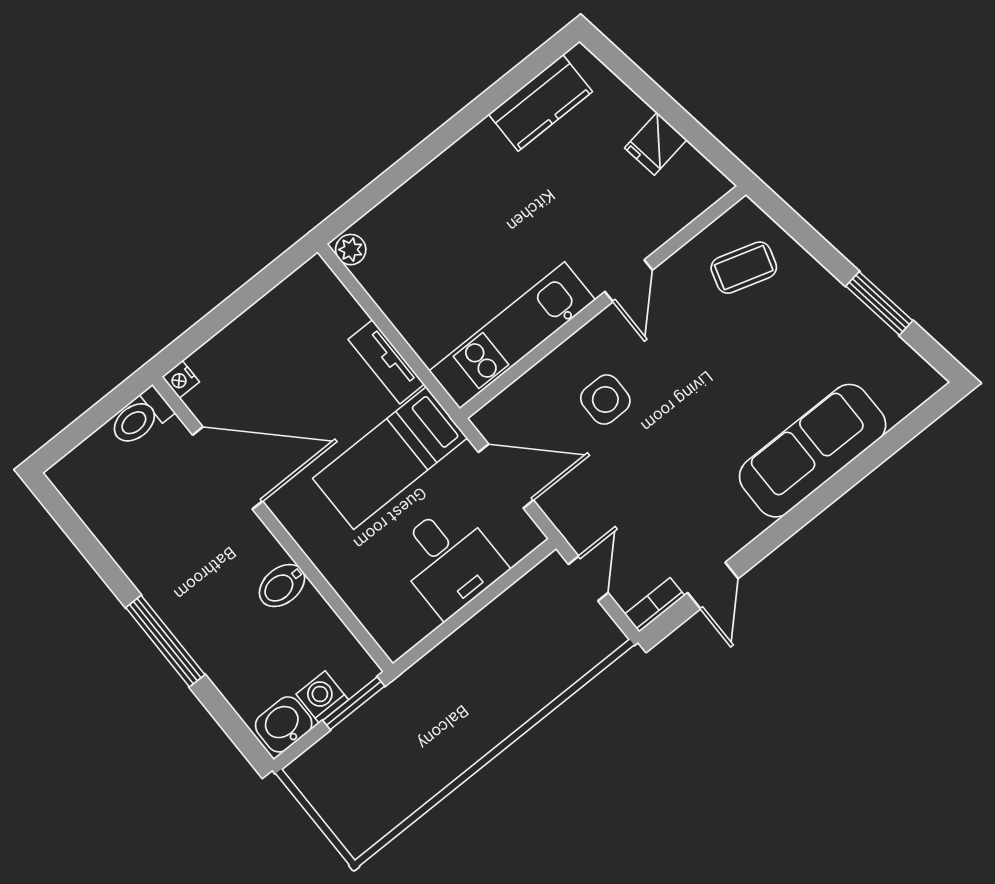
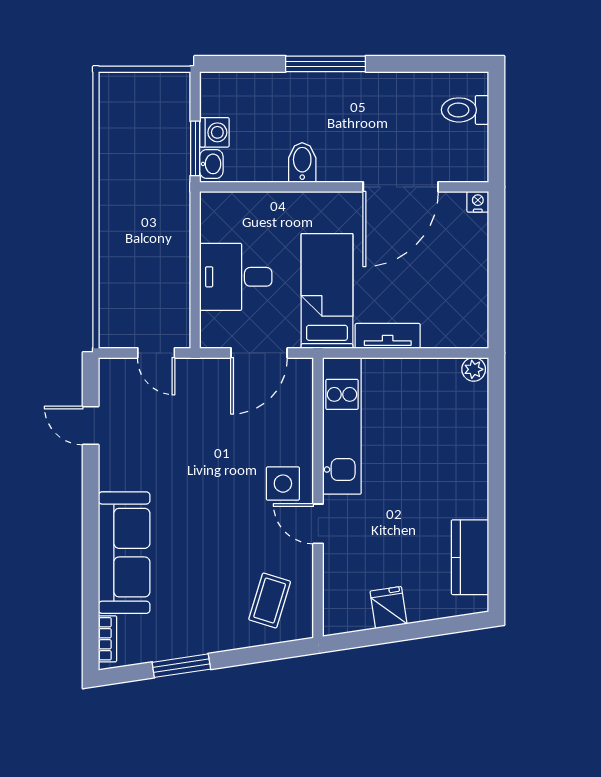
side table: (605, 400) -> (283, 484), moved
toilet: (140, 417) -> (465, 110), moved, turned -90
bookcase: (655, 605) -> (107, 639), moved
washbasin: (284, 724) -> (211, 164), moved, width x0.72, depth x0.69

